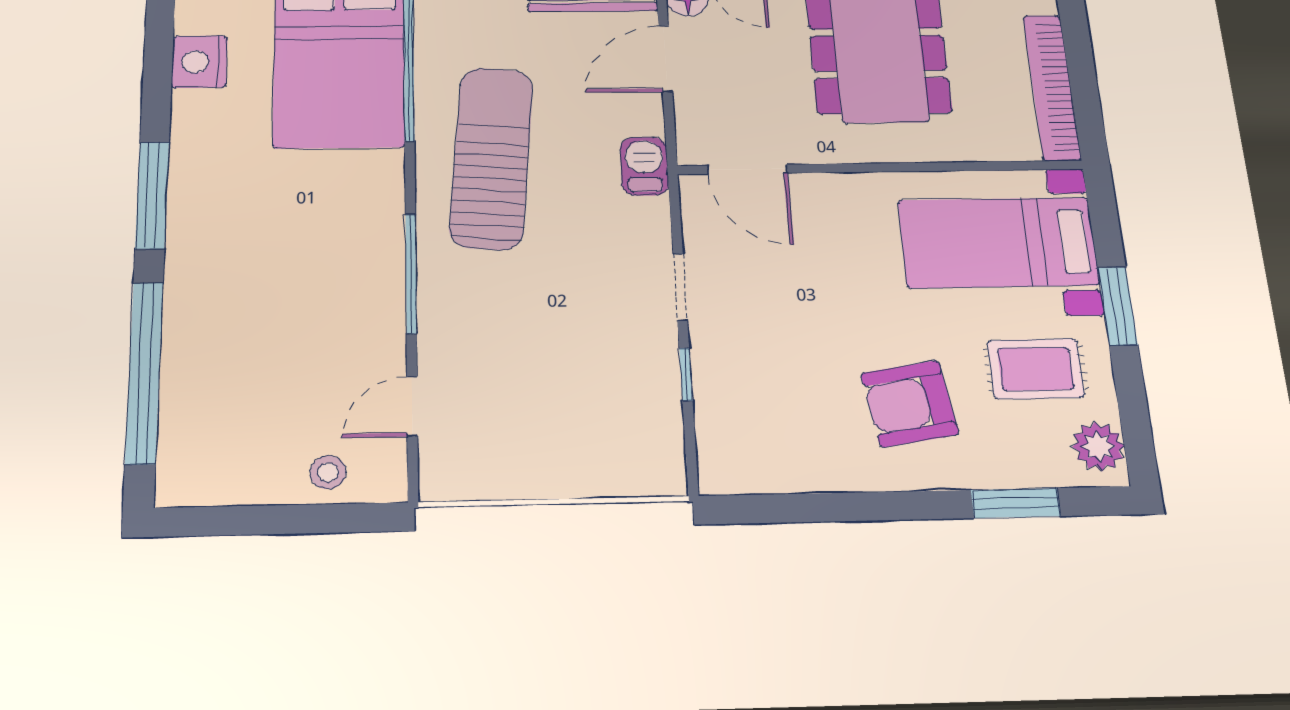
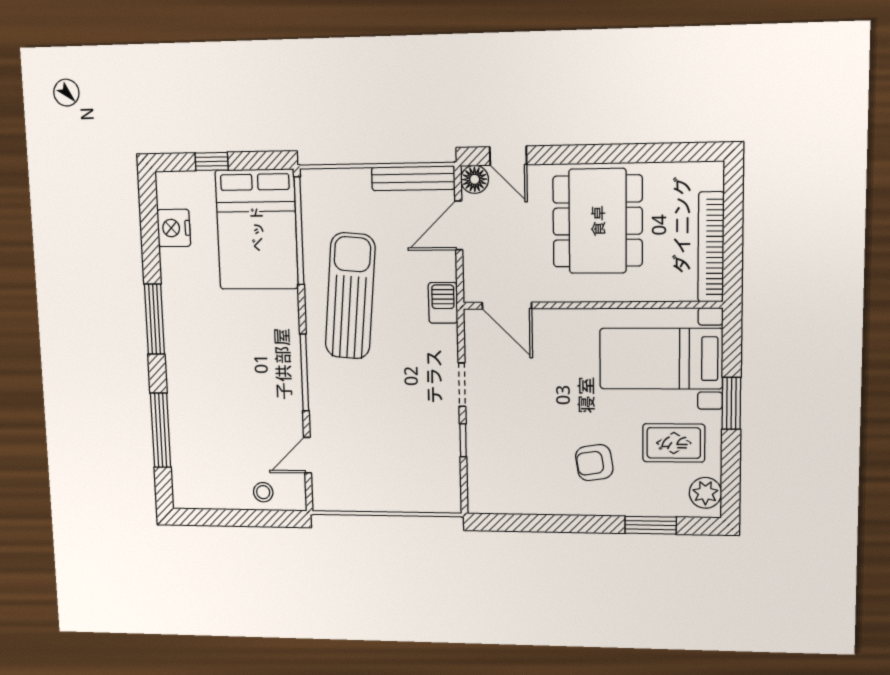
window: (144, 372) -> (161, 430), width x0.68
armchair: (910, 404) -> (594, 463), width x0.72, depth x0.72

